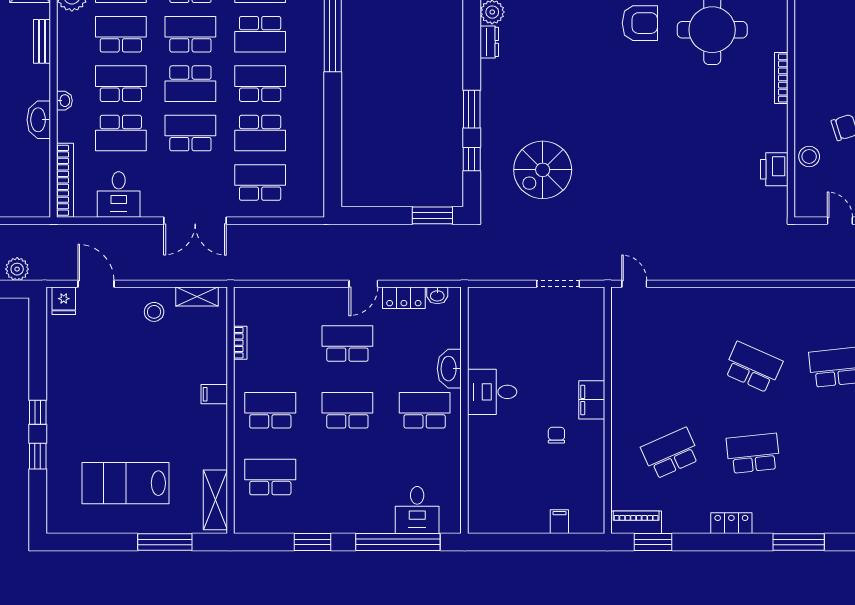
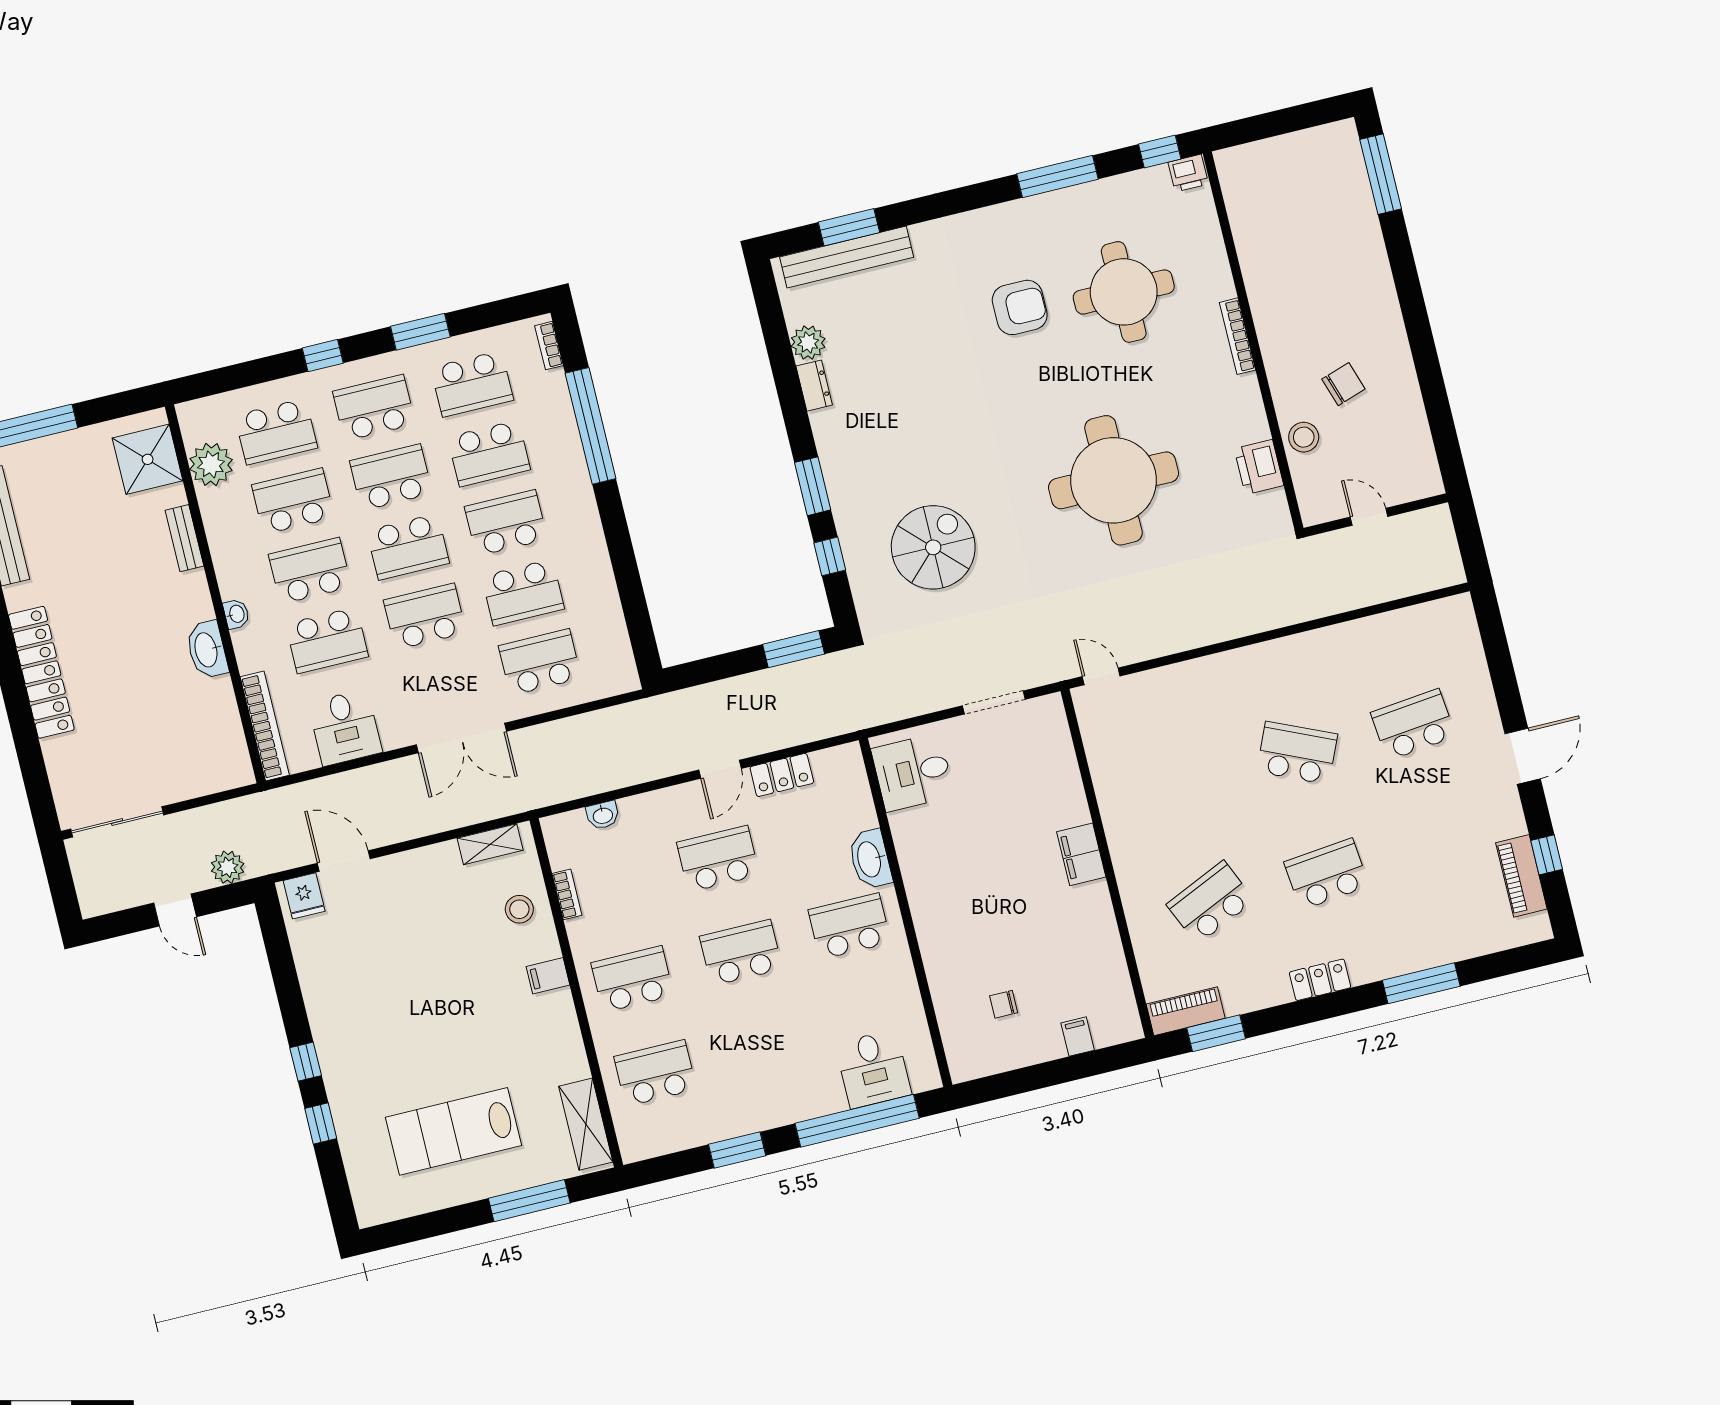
round table: (674, 154) -> (1113, 480), added
spiral stairs: (543, 170) -> (933, 547), turned 180
washbasin: (437, 295) -> (603, 815), moved
stool: (154, 312) -> (519, 909), moved
desk: (492, 392) -> (913, 772), moved
chair: (556, 435) -> (1004, 1004), moved, turned -90

